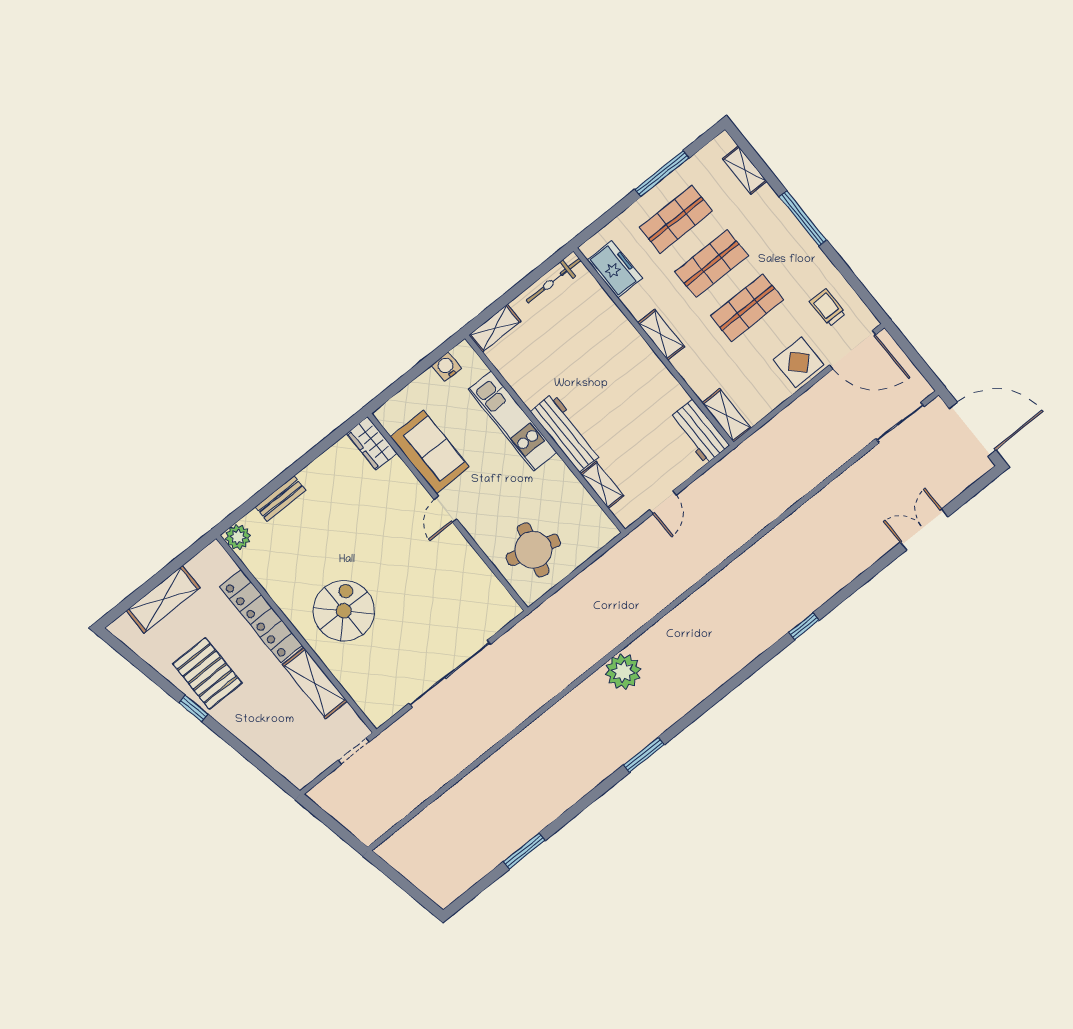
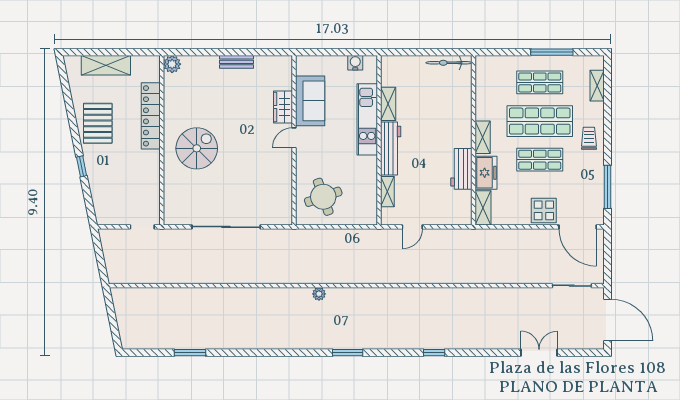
window: (803, 218) -> (607, 187), moved
shop shelf: (712, 264) -> (540, 121), width x1.43, depth x1.36
freezer: (615, 269) -> (486, 173), moved
trolley: (828, 308) -> (589, 138), moved
shelving: (495, 328) -> (388, 104), moved, turned 90
workbench: (699, 432) -> (461, 169), moved
wardrobe: (372, 443) -> (283, 107), moved
bench: (281, 499) -> (236, 62), moved
round table: (533, 550) -> (323, 197), turned -35
plant: (623, 672) -> (319, 294), width x0.53, depth x0.53
shelving: (315, 683) -> (151, 174), removed
window: (193, 708) -> (82, 166), moved
window: (644, 755) -> (348, 353), moved

